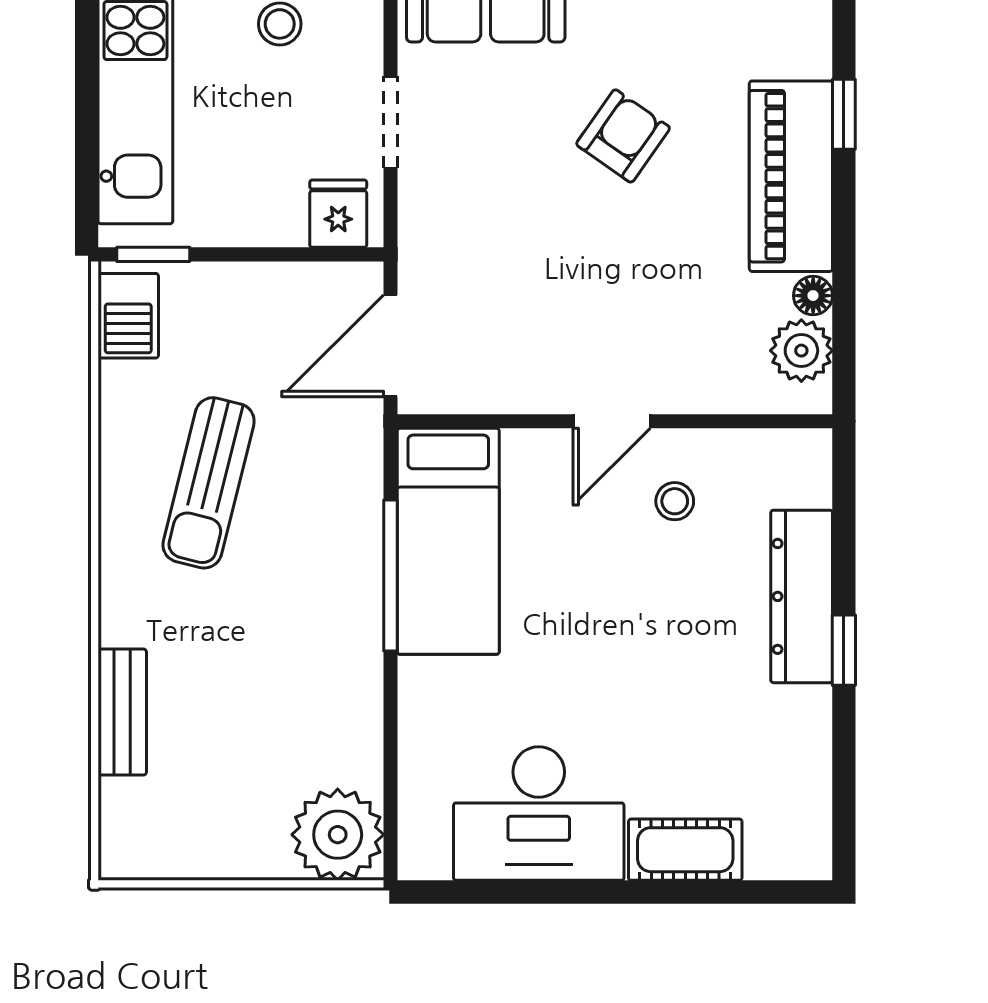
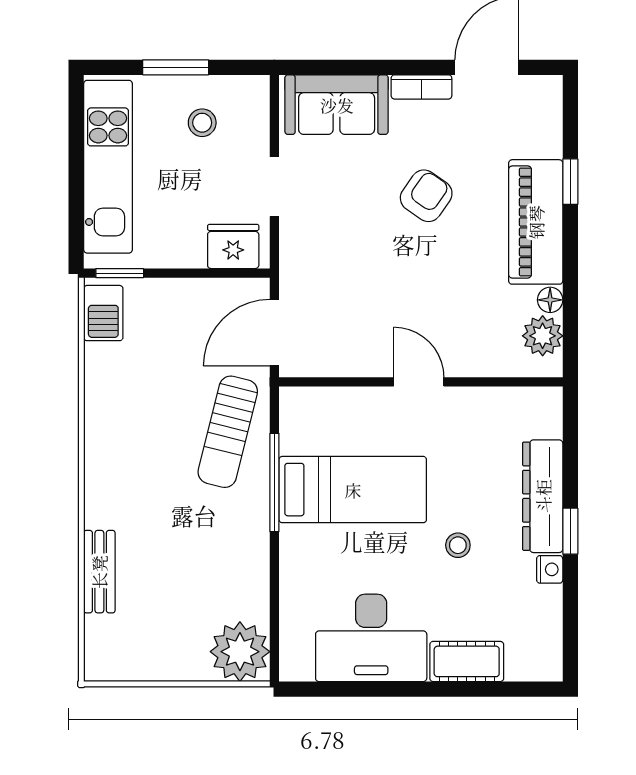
fridge: (338, 214) -> (233, 246), width x1.38
door: (612, 421) -> (419, 382), swing flipped
sun lounger: (209, 483) -> (228, 432), moved
stool: (675, 501) -> (458, 545), moved
bed: (448, 541) -> (353, 490), moved, turned -90
nightstand: (812, 709) -> (550, 569), added

